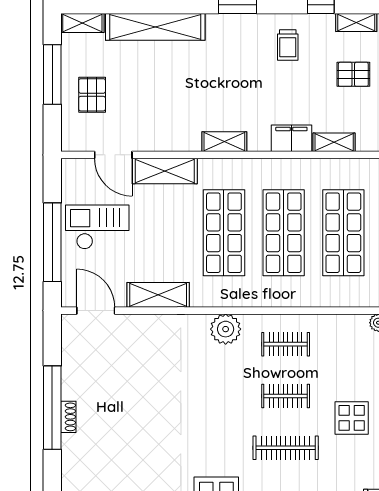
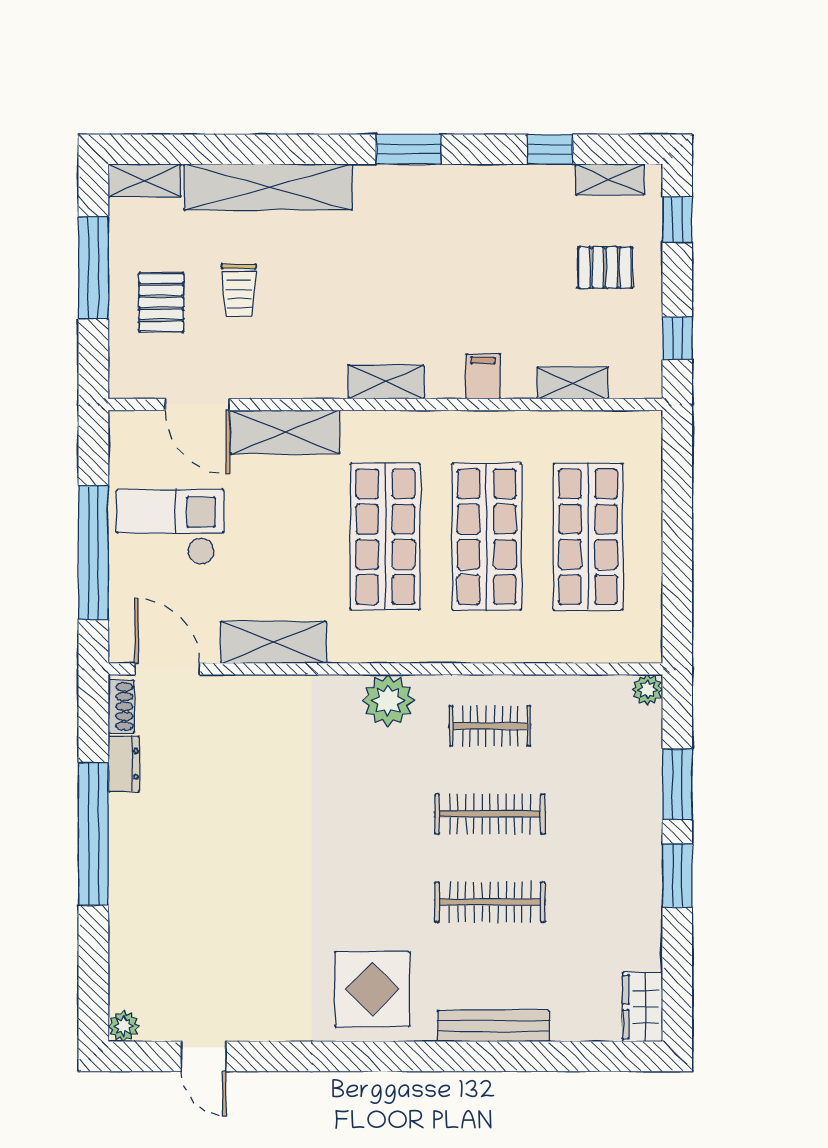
trolley: (288, 45) -> (239, 290), moved
filing cabinet: (291, 138) -> (483, 376), width x0.50
dresser: (70, 366) -> (124, 764), added
clothes rail: (286, 396) -> (490, 814), width x1.36
shoe rack: (68, 417) -> (121, 706), moved
display table: (352, 418) -> (602, 851), removed

